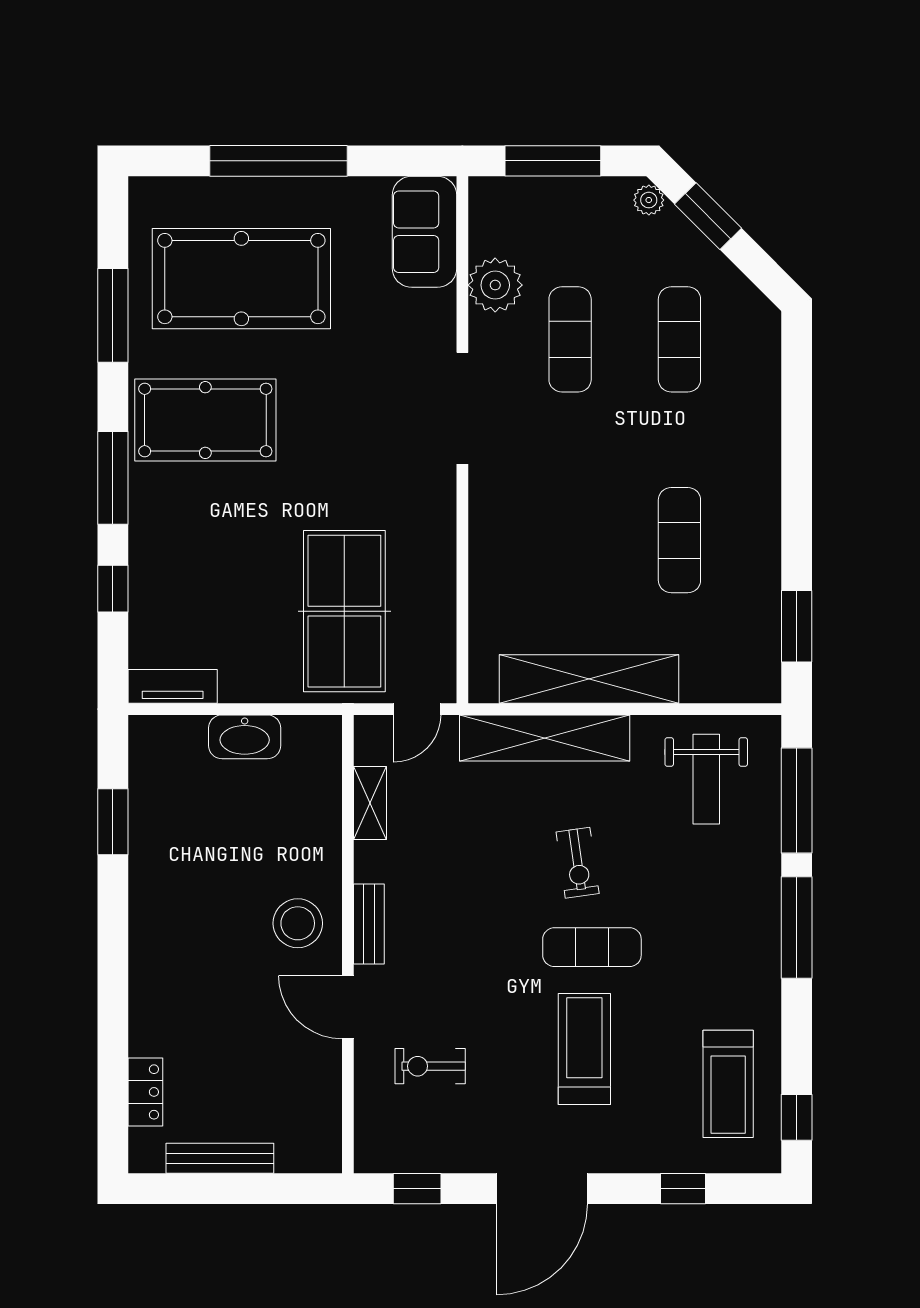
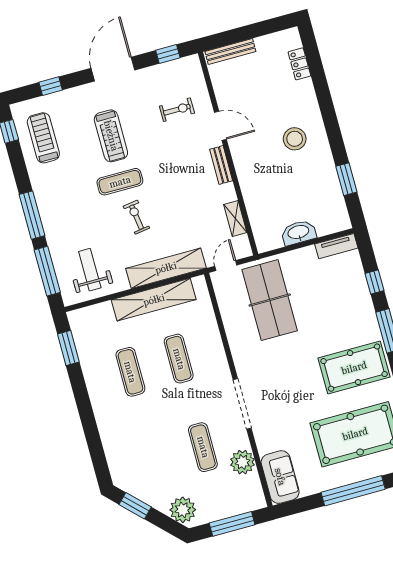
plant: (649, 200) -> (183, 510), width x1.87, depth x1.87
window: (708, 216) -> (135, 506), moved
exercise mat: (679, 339) -> (179, 359), moved
stool: (298, 923) -> (295, 139), moved
bench: (220, 1158) -> (230, 51), moved

